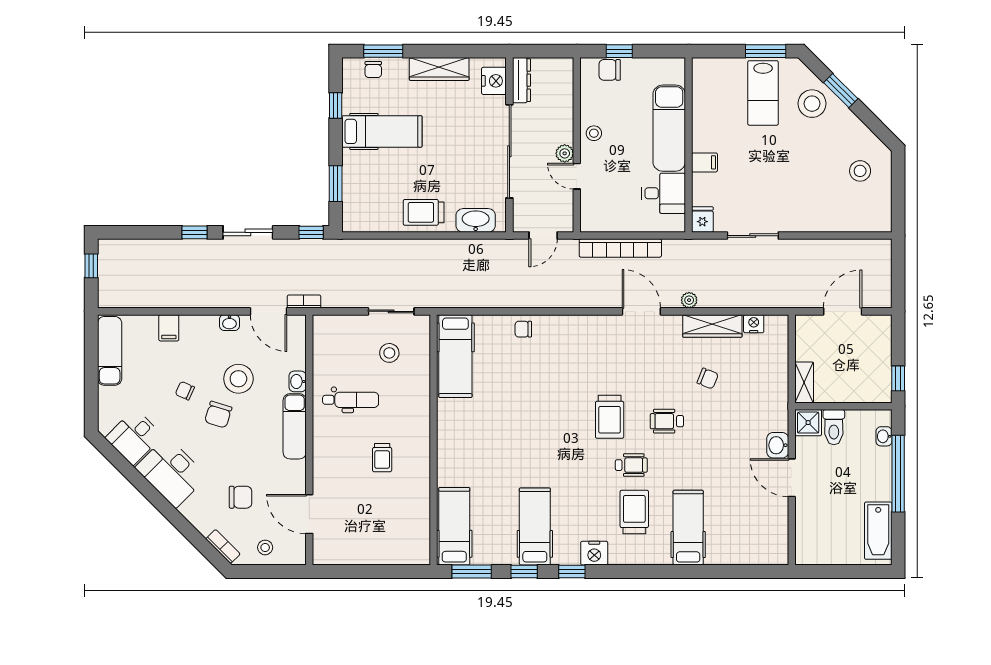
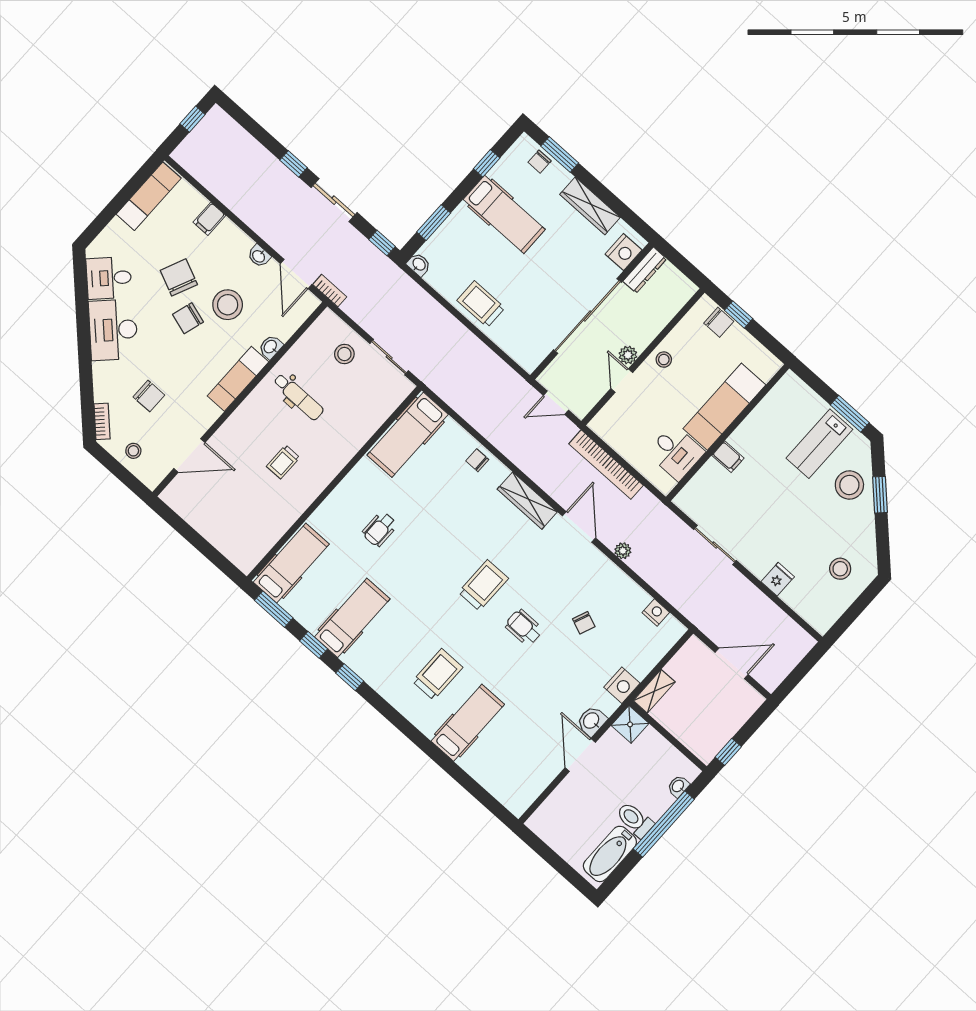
chair: (610, 70) -> (719, 322), turned 180
washbasin: (476, 220) -> (419, 265), moved, width x0.52, depth x0.69
fridge: (702, 220) -> (778, 579), moved
wardrobe: (712, 326) -> (527, 501), moved
stool: (389, 353) -> (344, 354), moved
chair: (185, 391) -> (179, 277), width x1.87, depth x1.87
trolley: (610, 417) -> (483, 585), turned 180
toilet: (834, 427) -> (635, 820), moved, turned 90
wheelchair: (631, 465) -> (380, 529), moved, turned 90
door: (309, 514) -> (189, 455), swing flipped
nightstand: (594, 553) -> (622, 685), moved, turned -90

